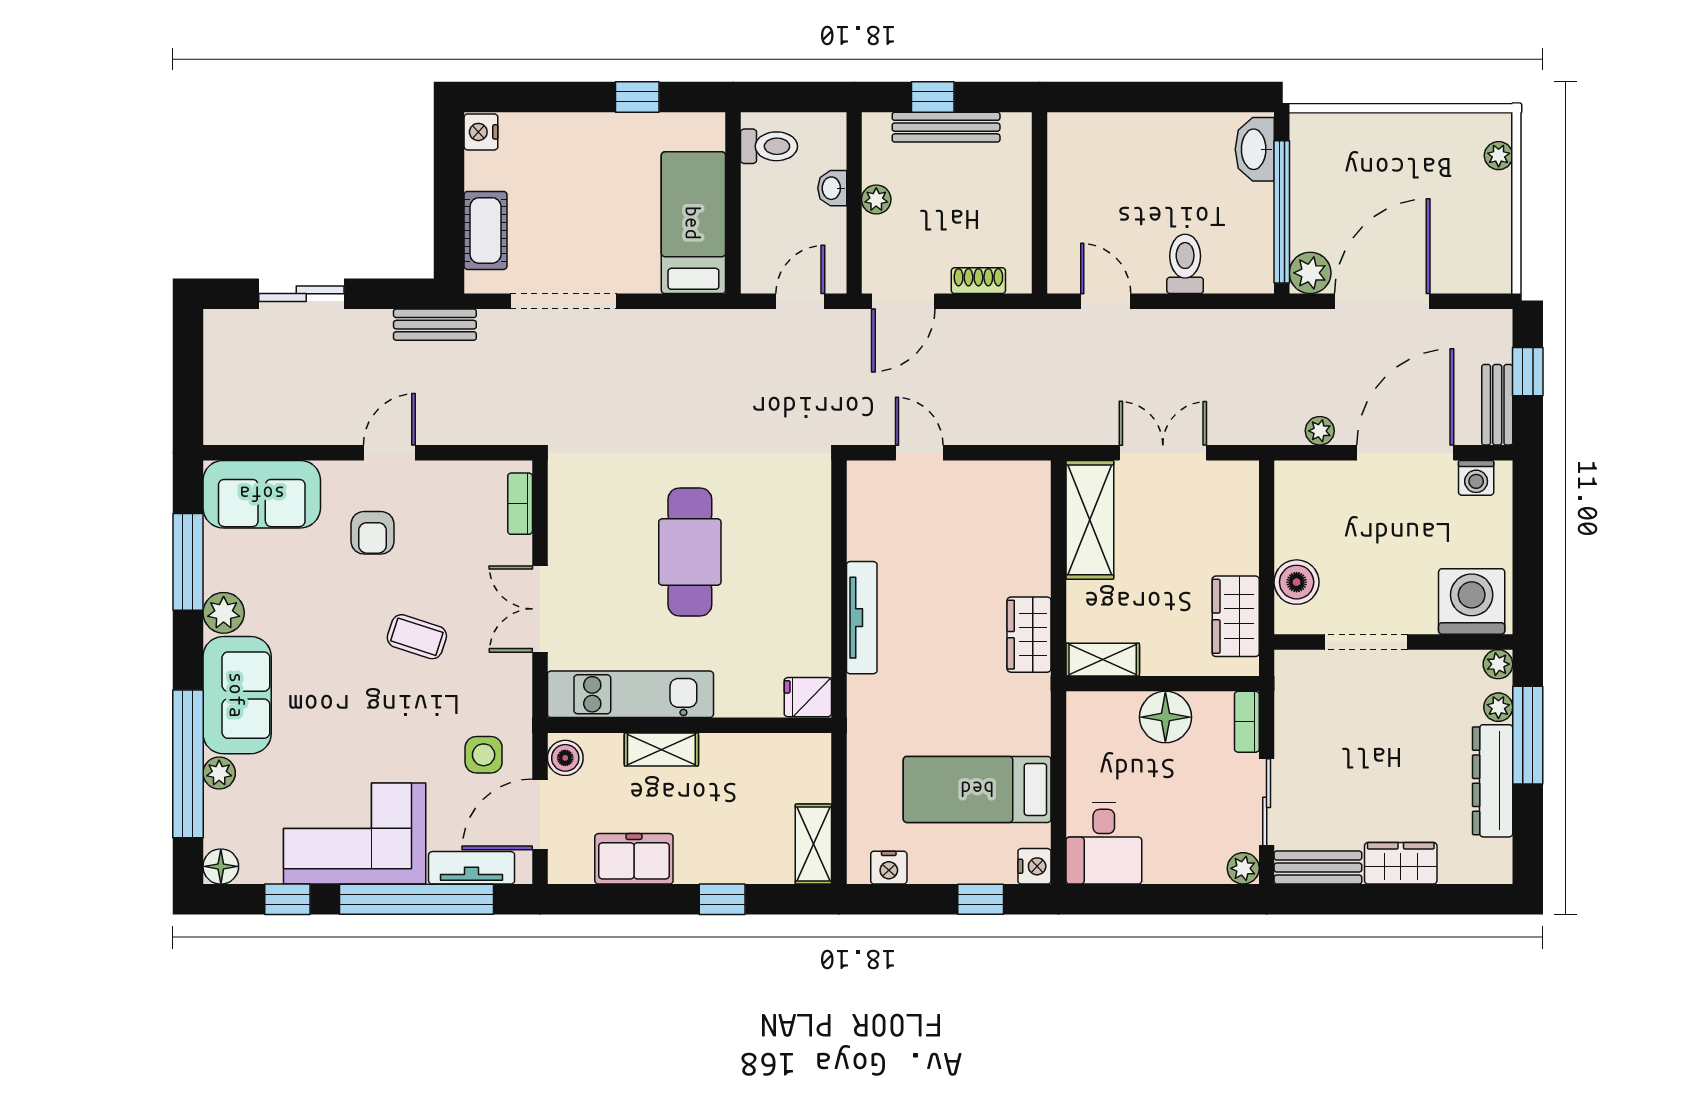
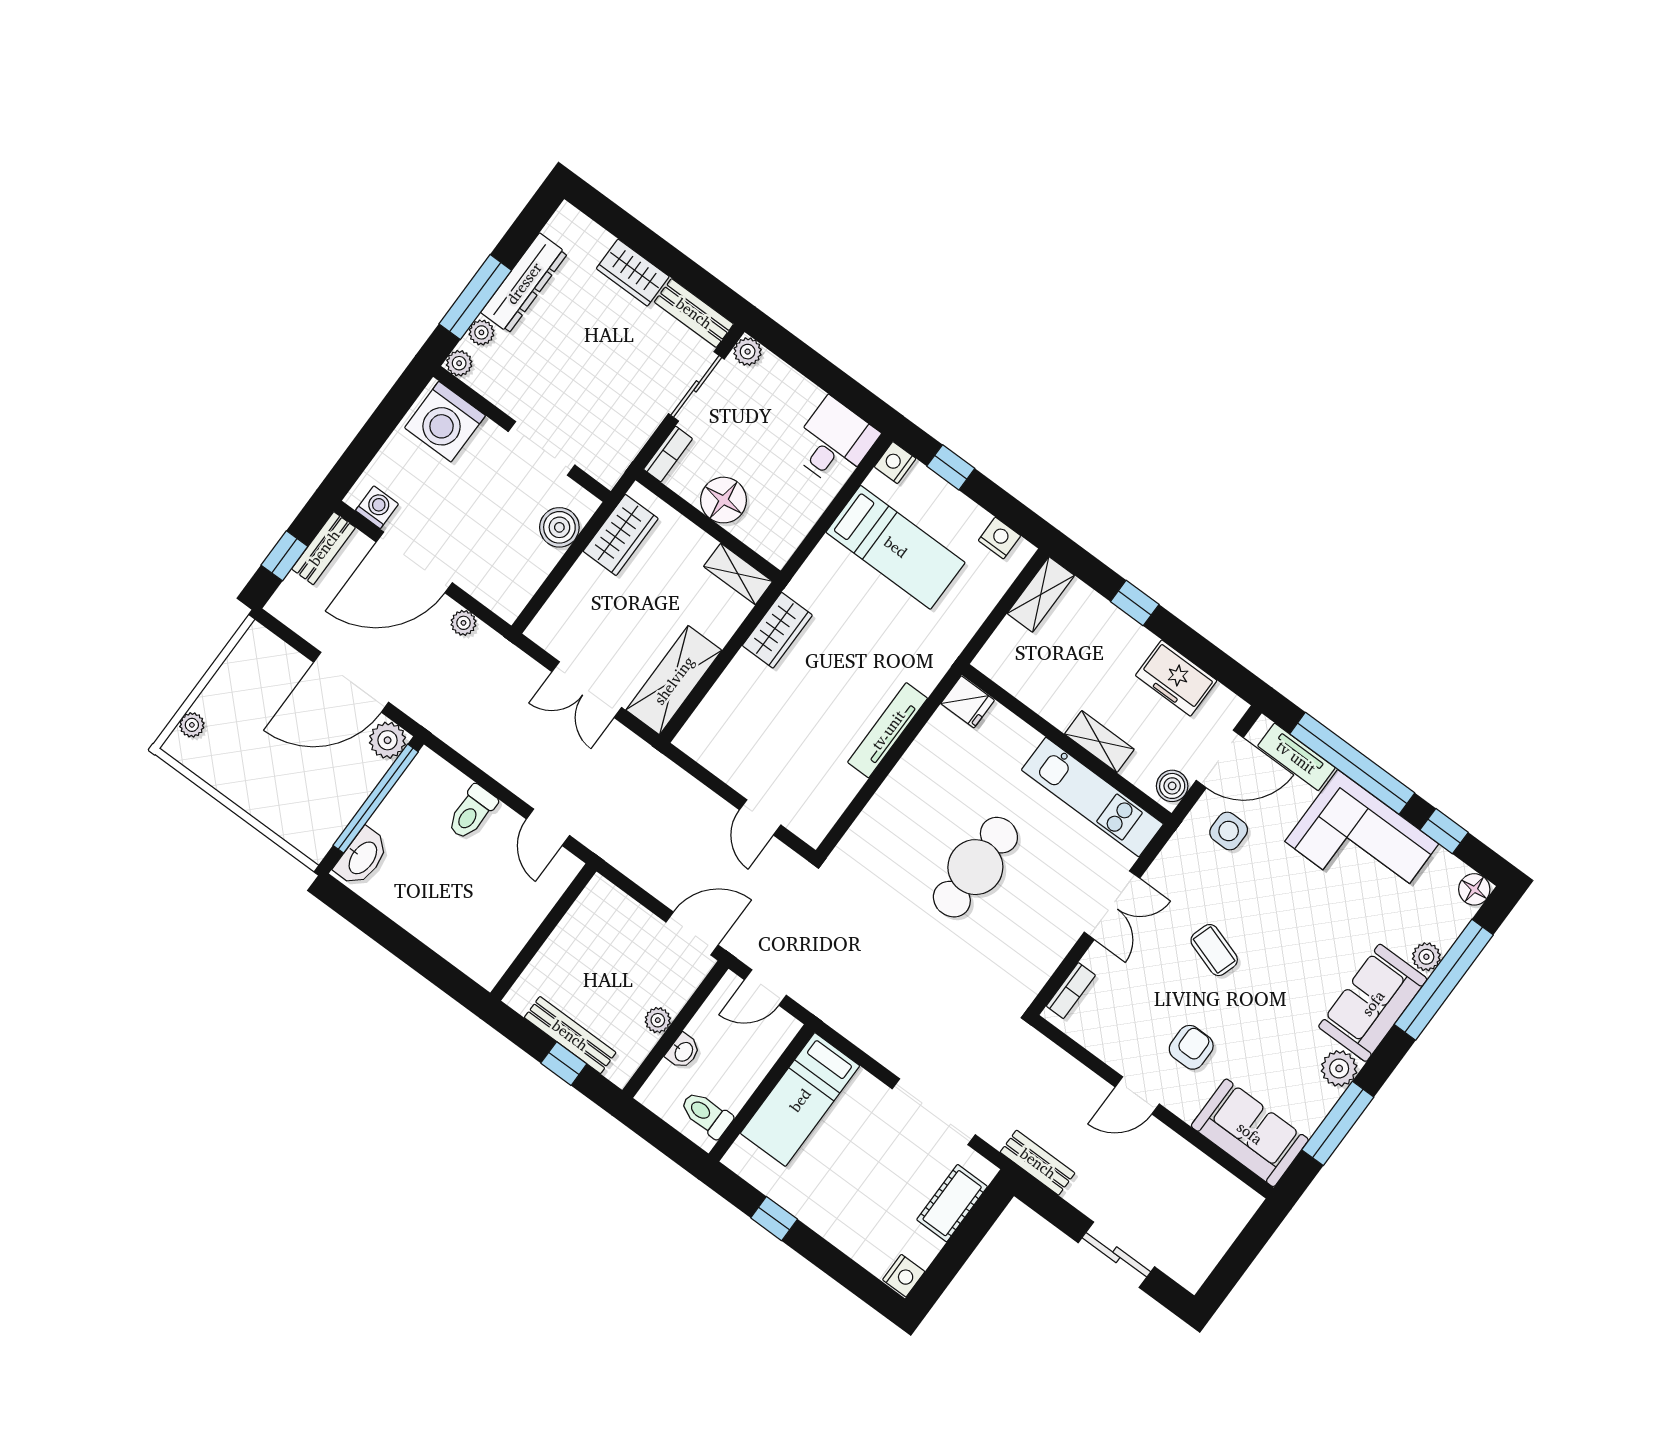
shoe rack: (978, 281) -> (628, 909), removed

